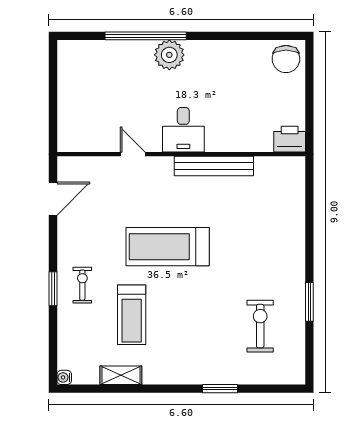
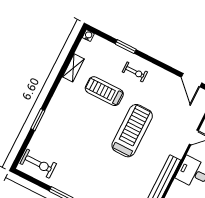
window: (53, 289) -> (126, 47), moved
exercise bike: (260, 326) -> (38, 164), moved

